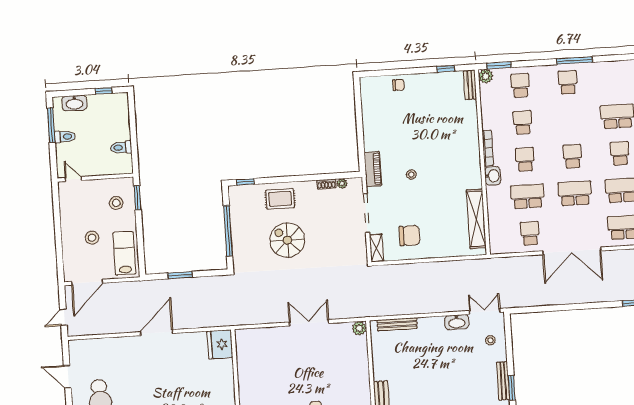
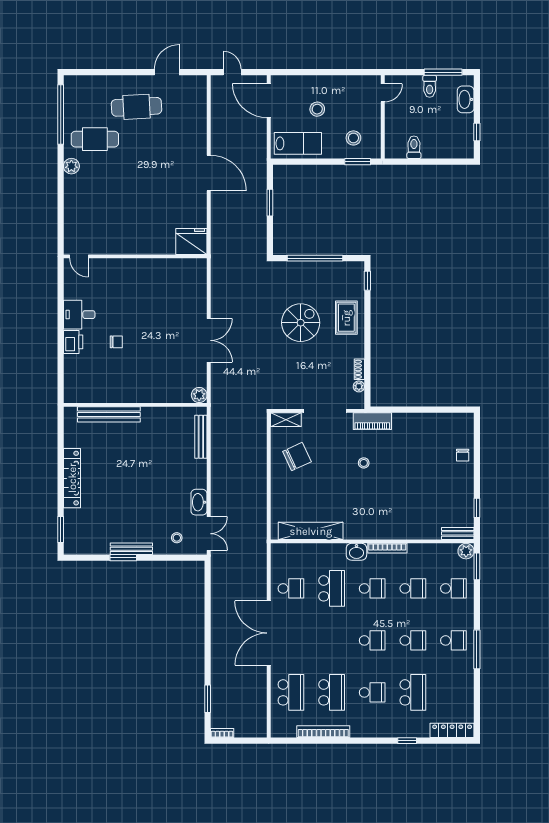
school desk: (575, 193) -> (413, 640), moved, width x0.54
chair: (409, 236) -> (297, 457), turned -115

